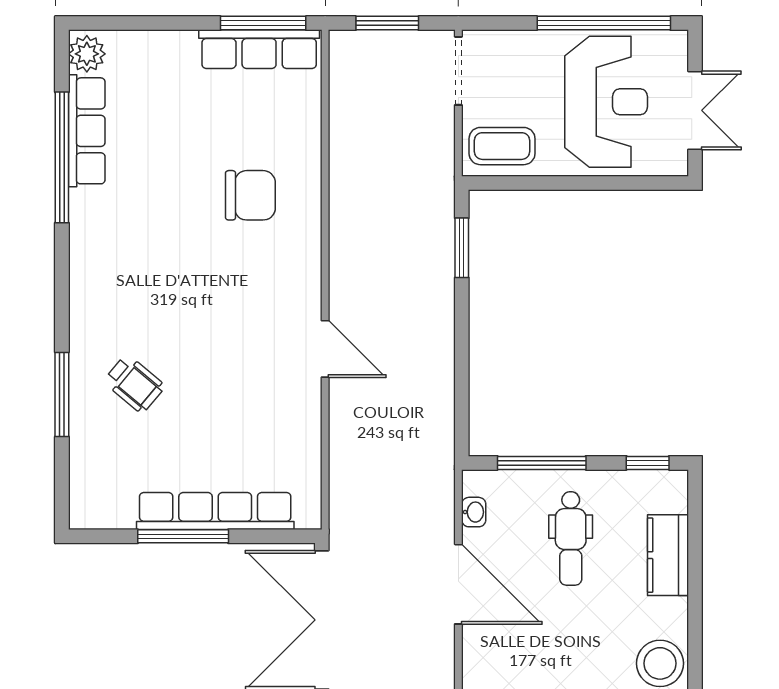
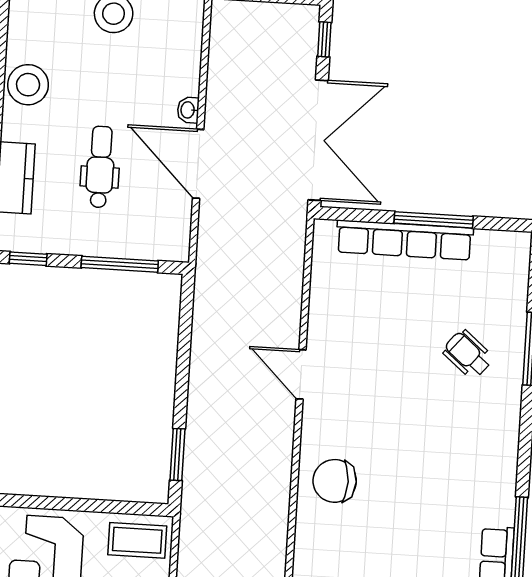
chair: (250, 195) -> (335, 481), moved
washbasin: (474, 512) -> (188, 110), moved
dental chair: (571, 538) -> (100, 167), moved

